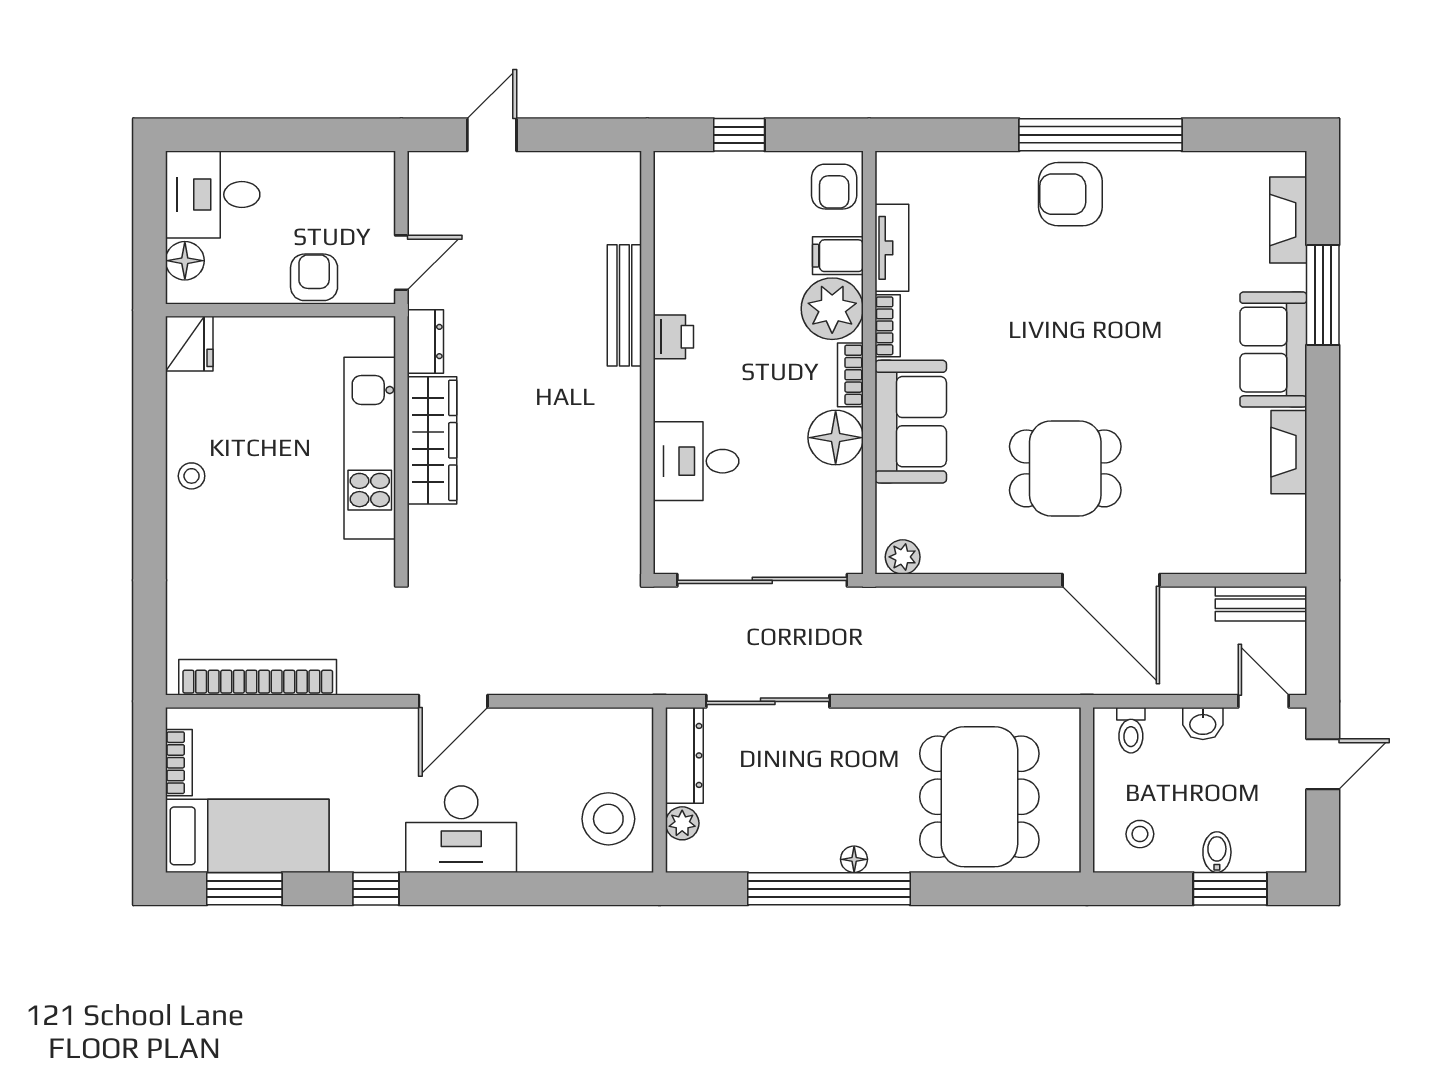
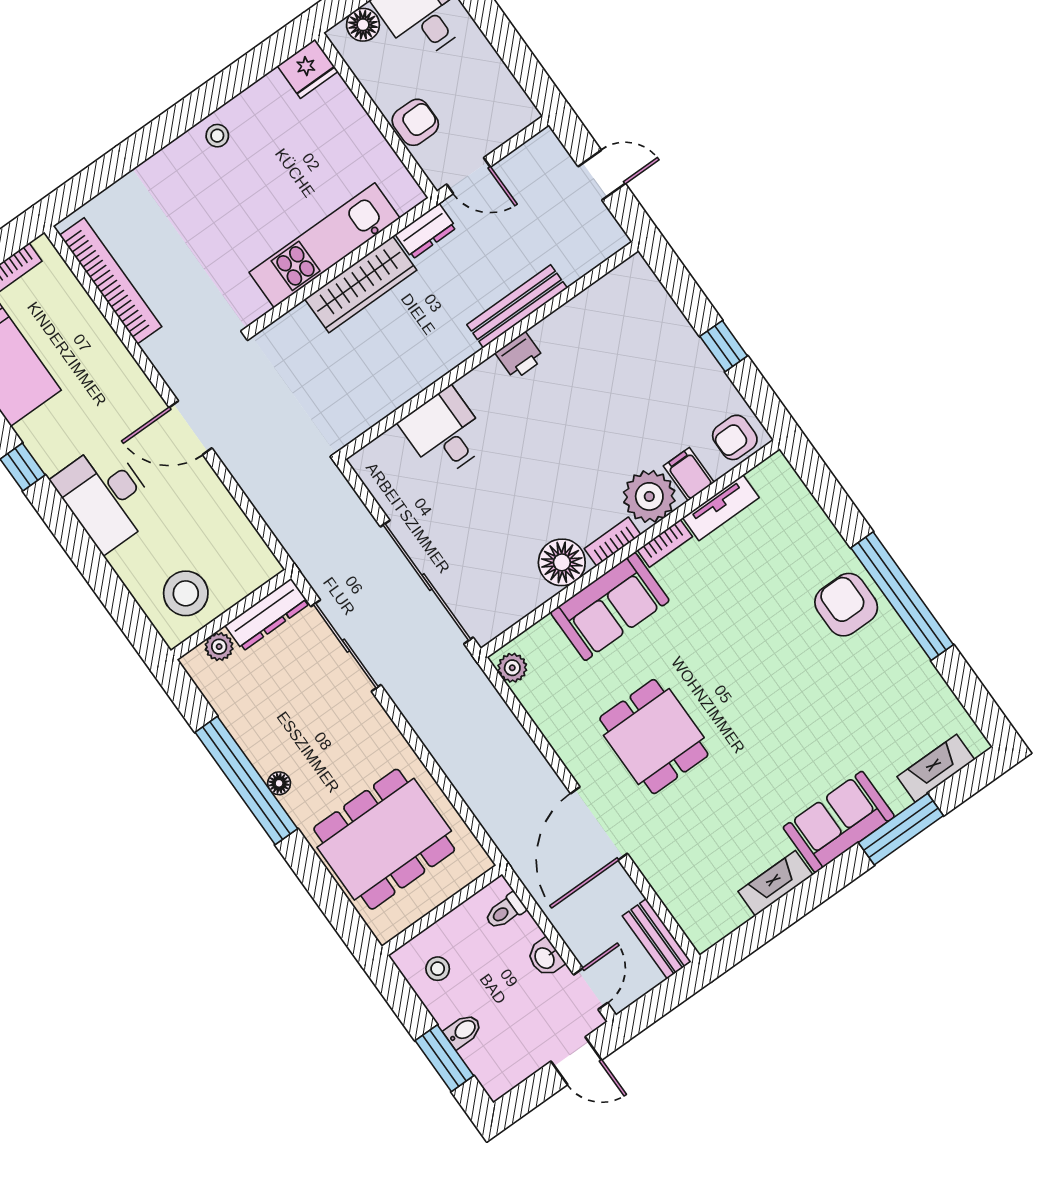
bench: (624, 305) -> (517, 306), moved
printer: (673, 337) -> (520, 356), moved
wall: (647, 363) -> (489, 350), moved
desk: (696, 461) -> (445, 433), moved

